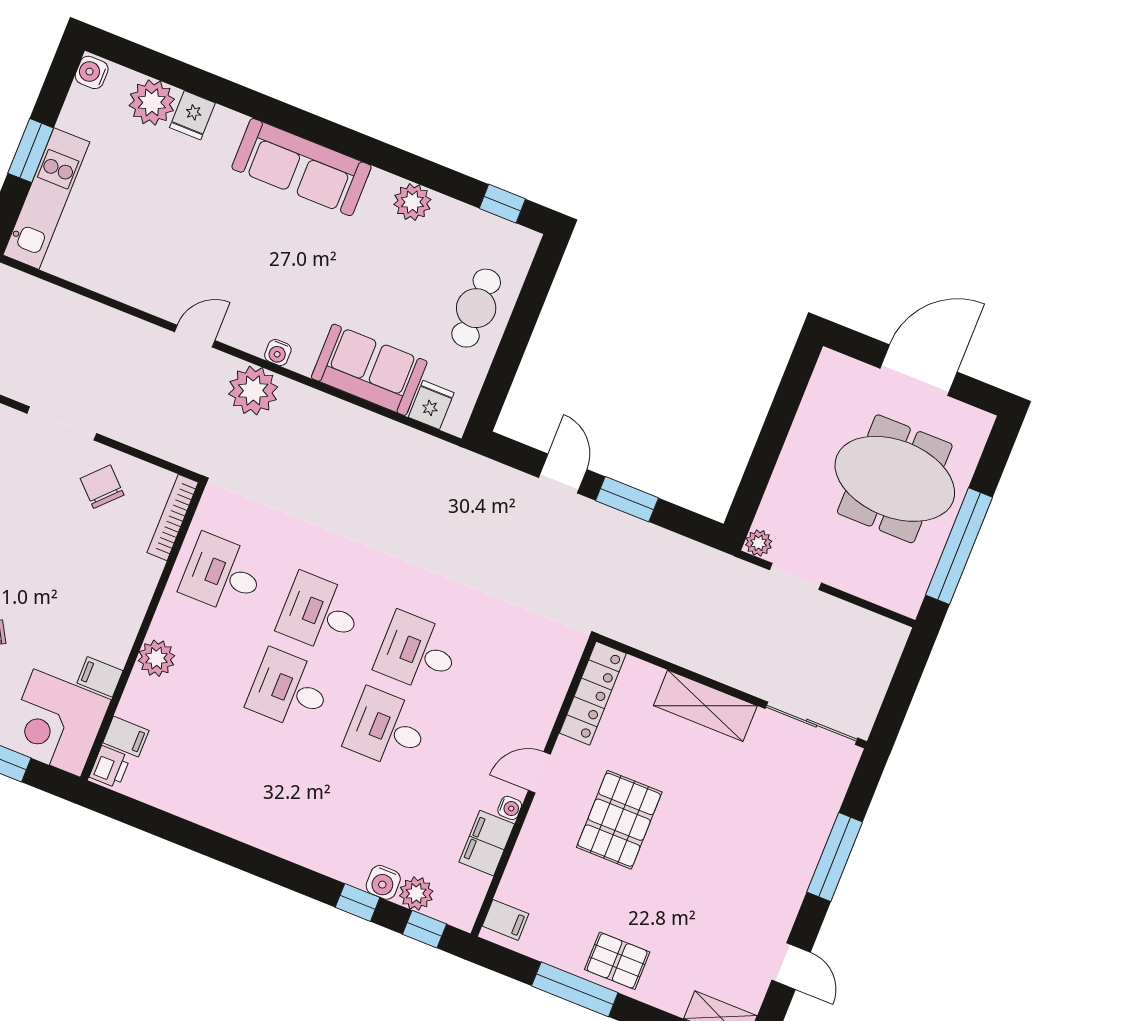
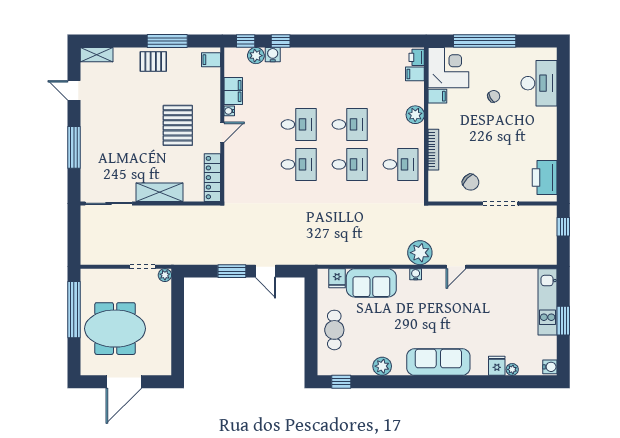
plant: (152, 102) -> (512, 369), width x0.53, depth x0.53
bookcase: (173, 517) -> (433, 150), moved

